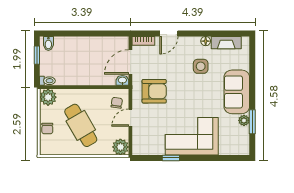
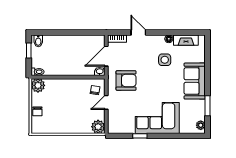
door: (169, 33) -> (138, 33), swing flipped
plant: (244, 120) -> (201, 125), moved
cafe table: (81, 125) -> (65, 109), removed

